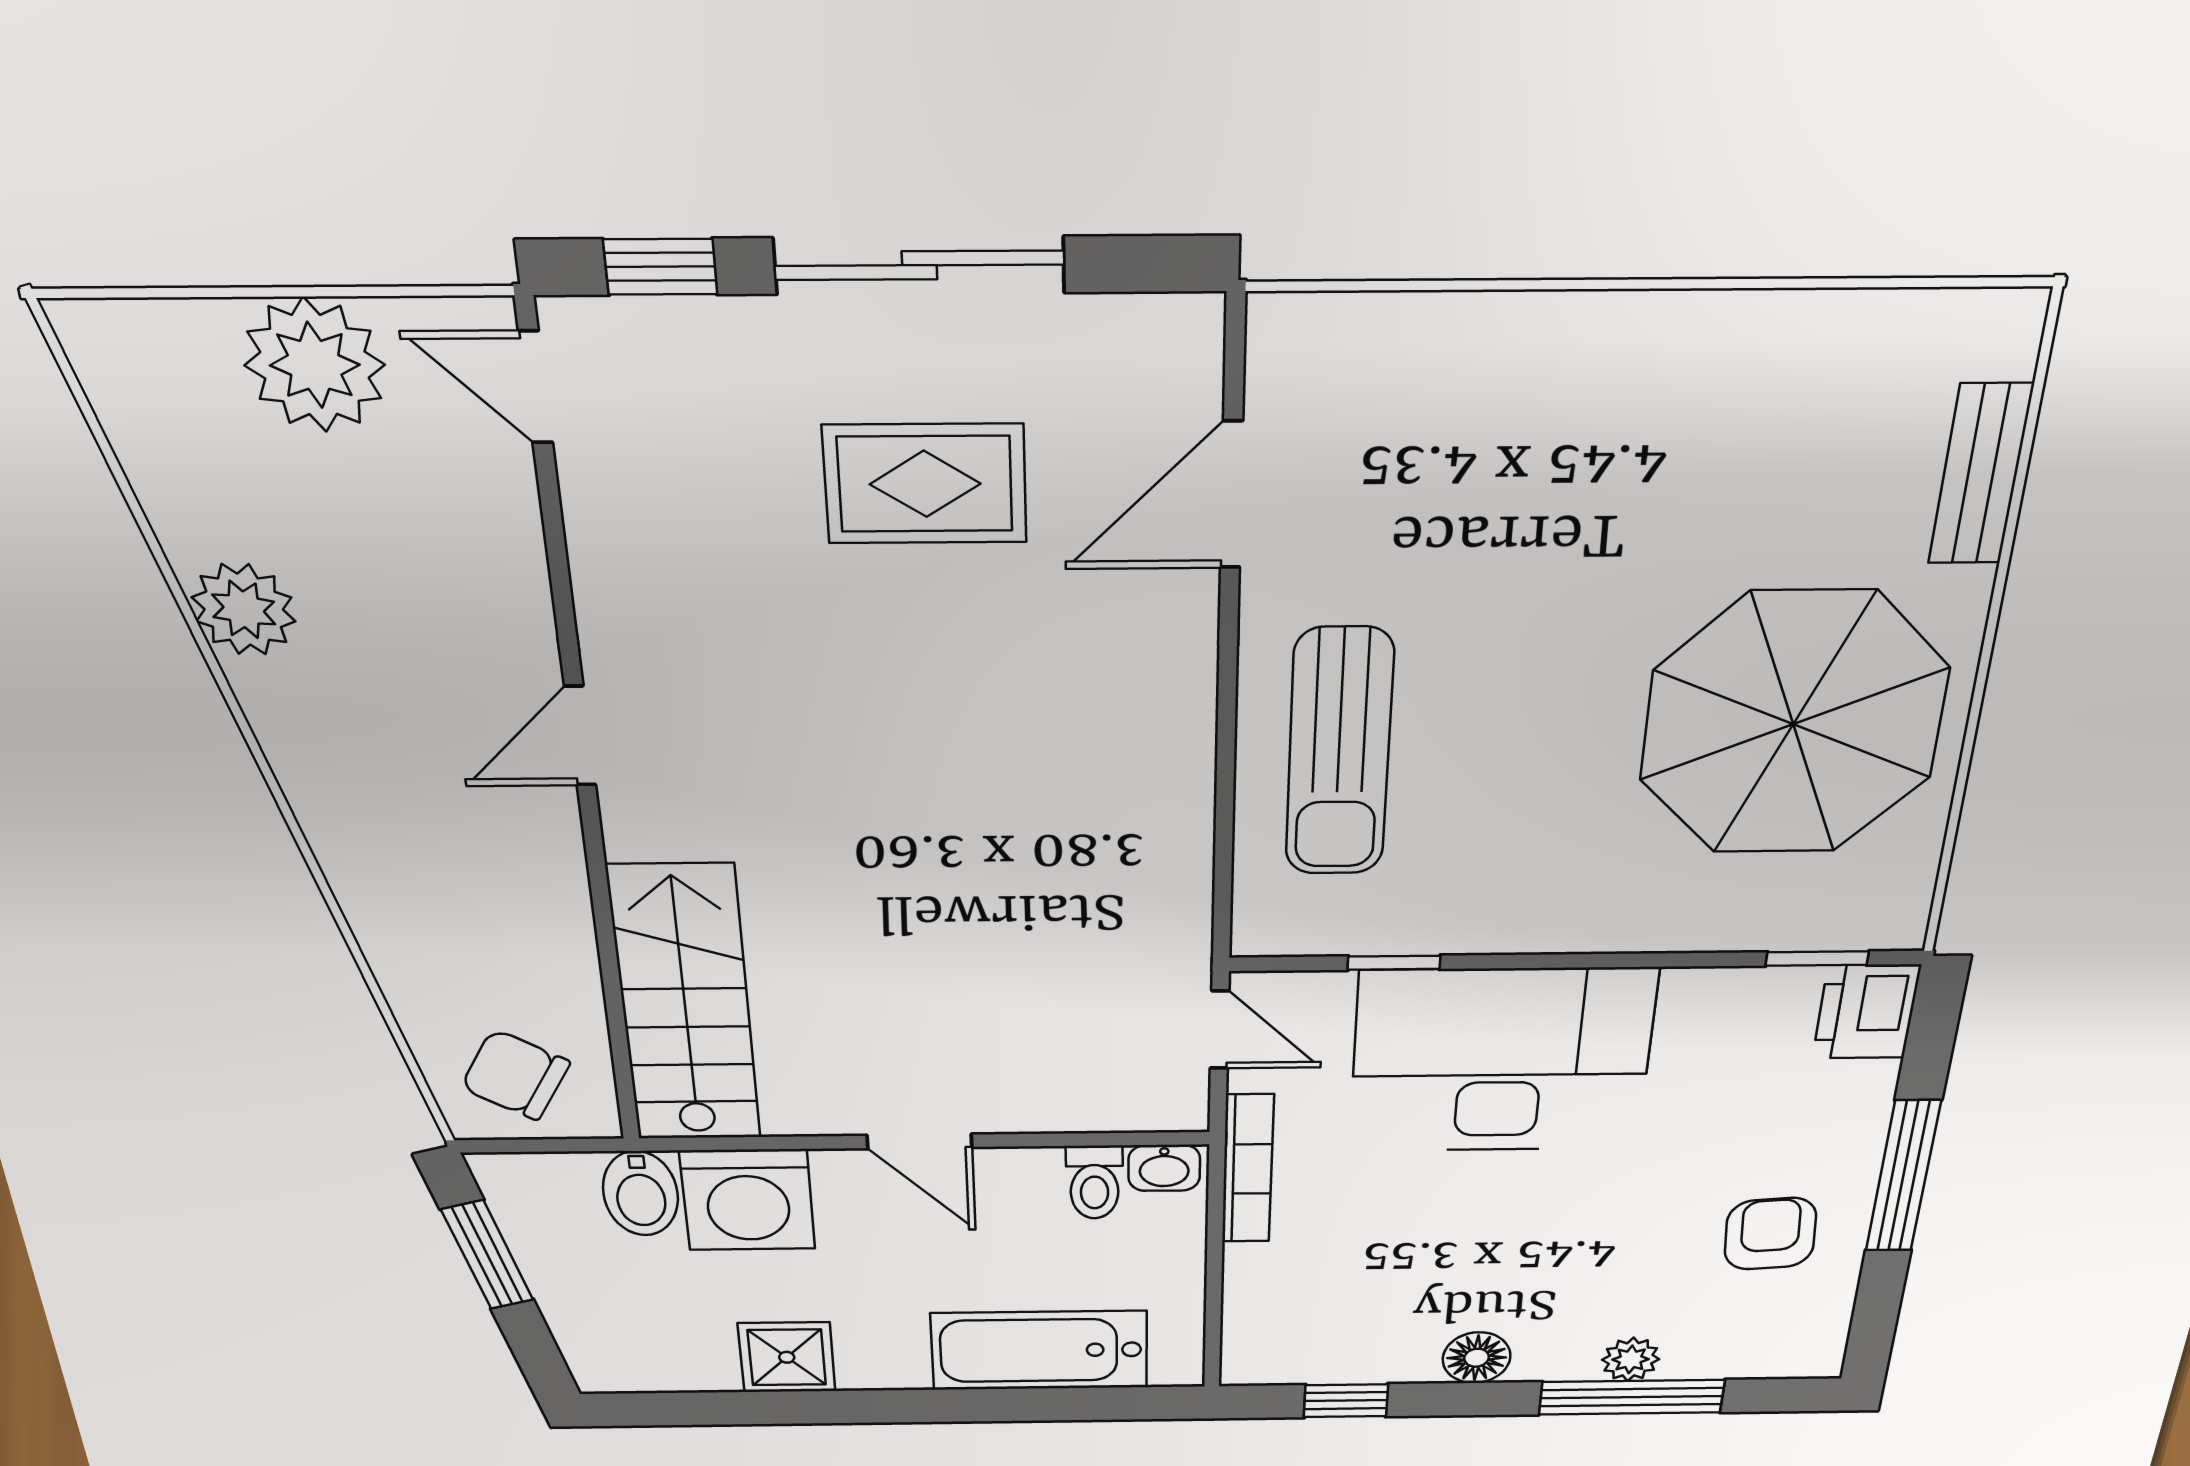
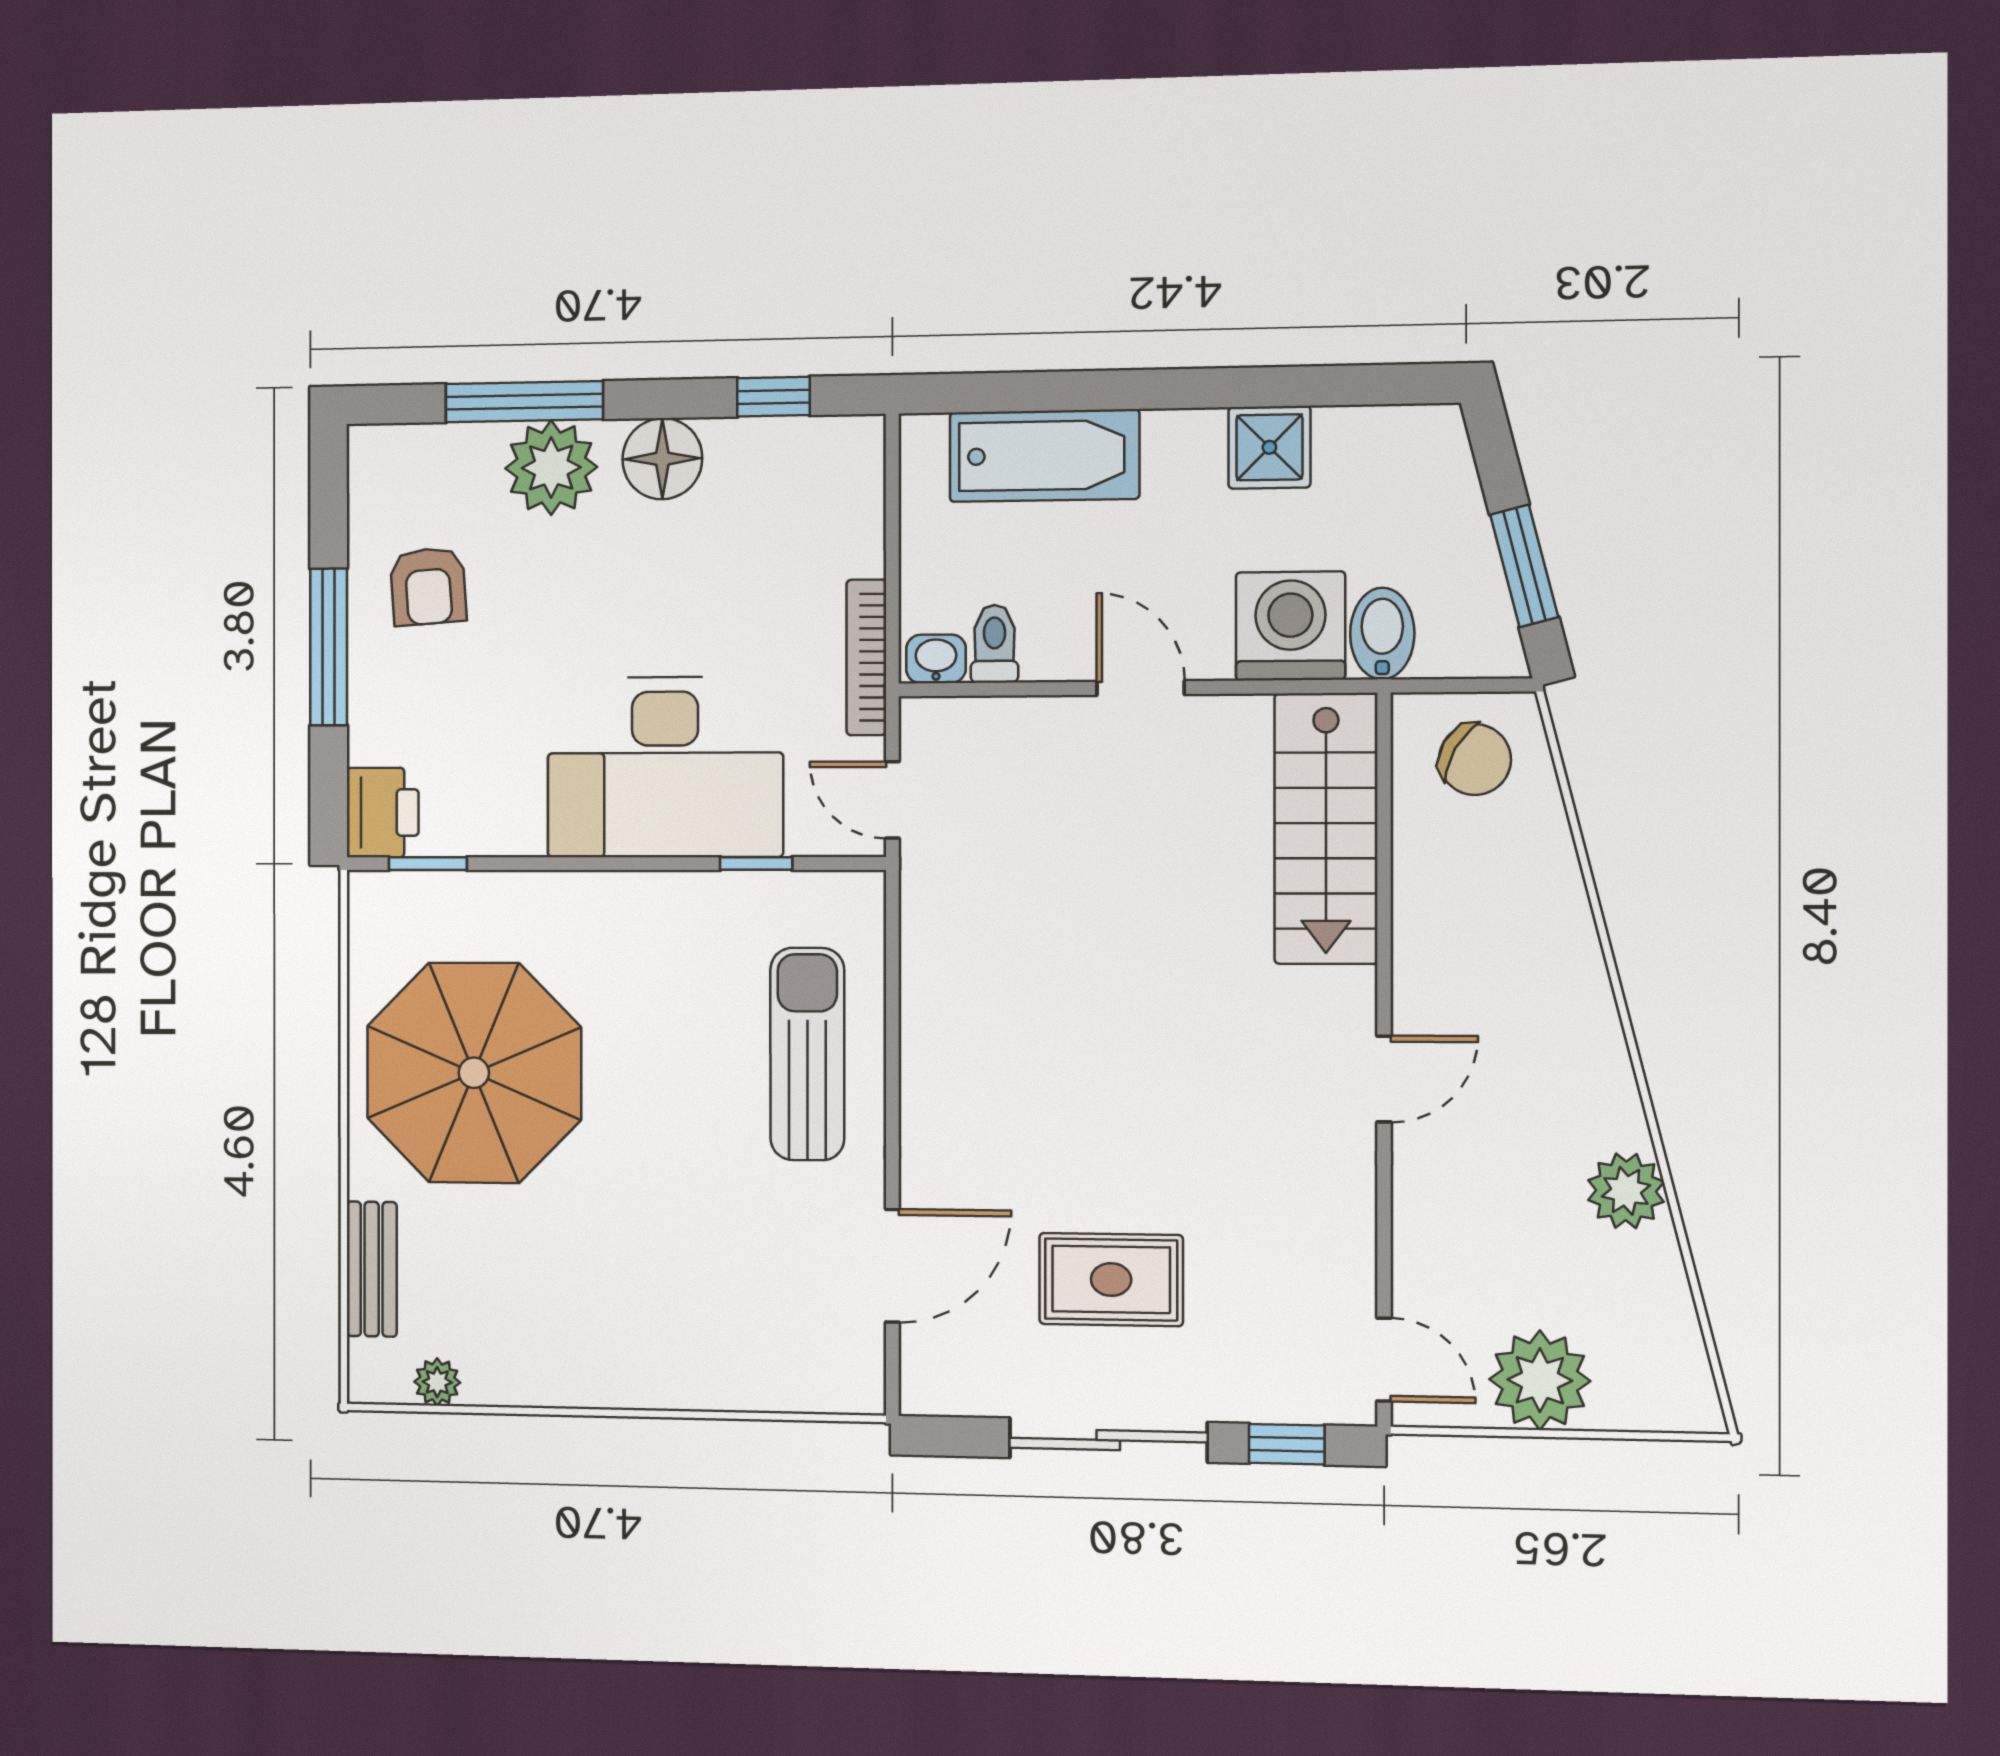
plant: (1910, 321) -> (437, 1382), added
floor lamp: (1477, 1358) -> (662, 459), width x1.38, depth x1.38
plant: (1631, 1359) -> (551, 468), width x1.87, depth x1.87

